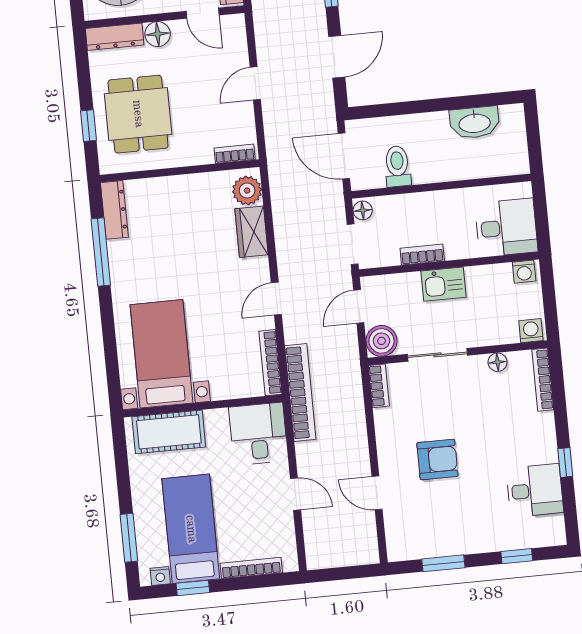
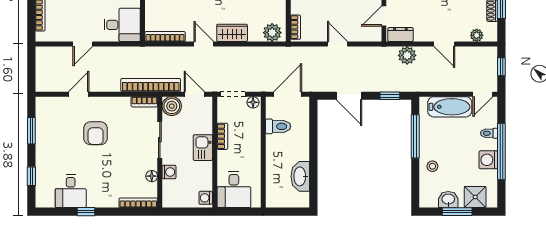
wardrobe: (252, 232) -> (232, 33), moved
washing machine: (531, 331) -> (169, 172), moved
bookcase: (300, 393) -> (151, 85), moved, turned 180

